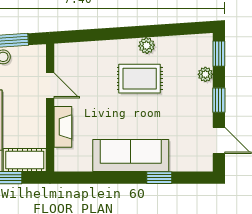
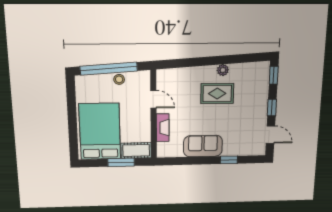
plant: (205, 74) -> (263, 90), removed
sofa: (131, 156) -> (203, 146), width x0.73

